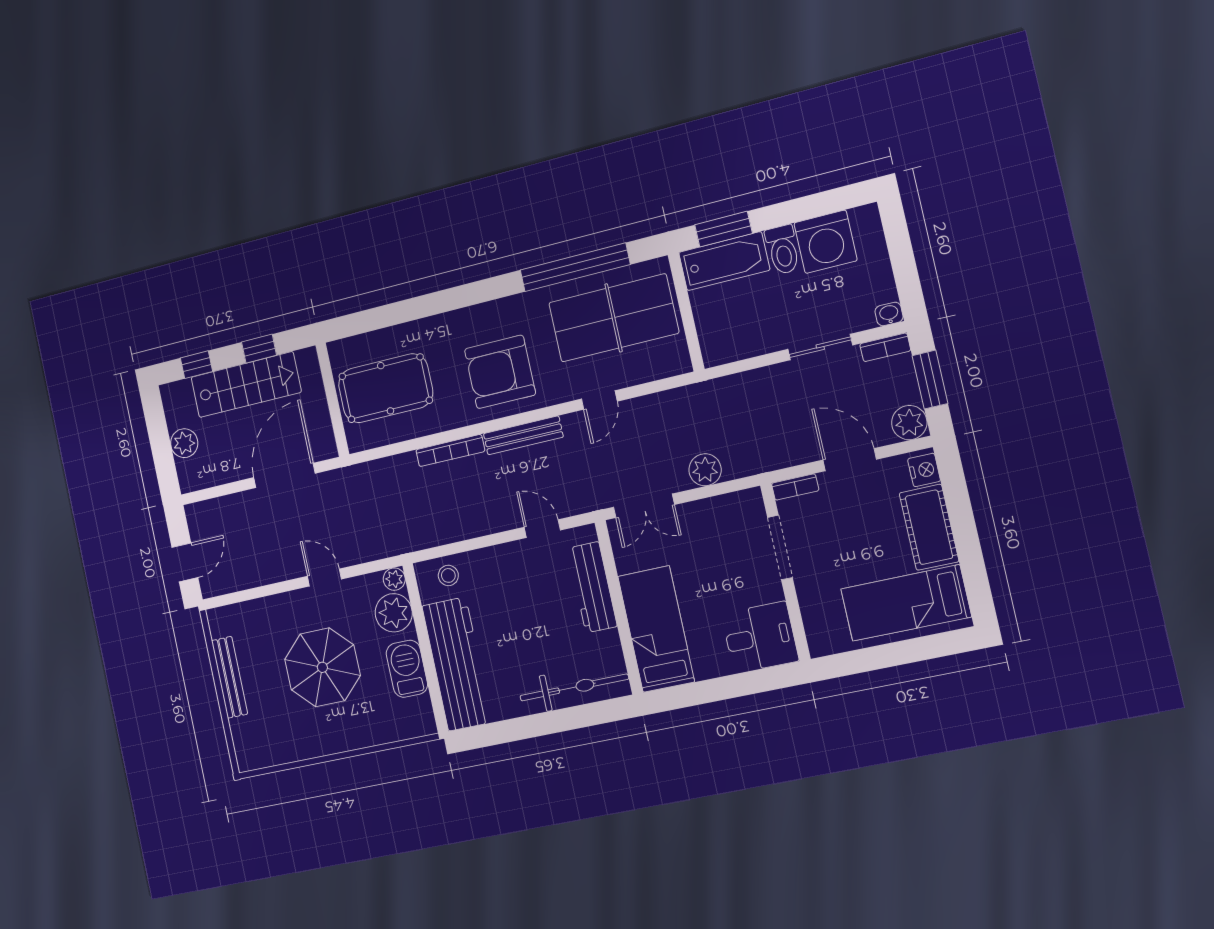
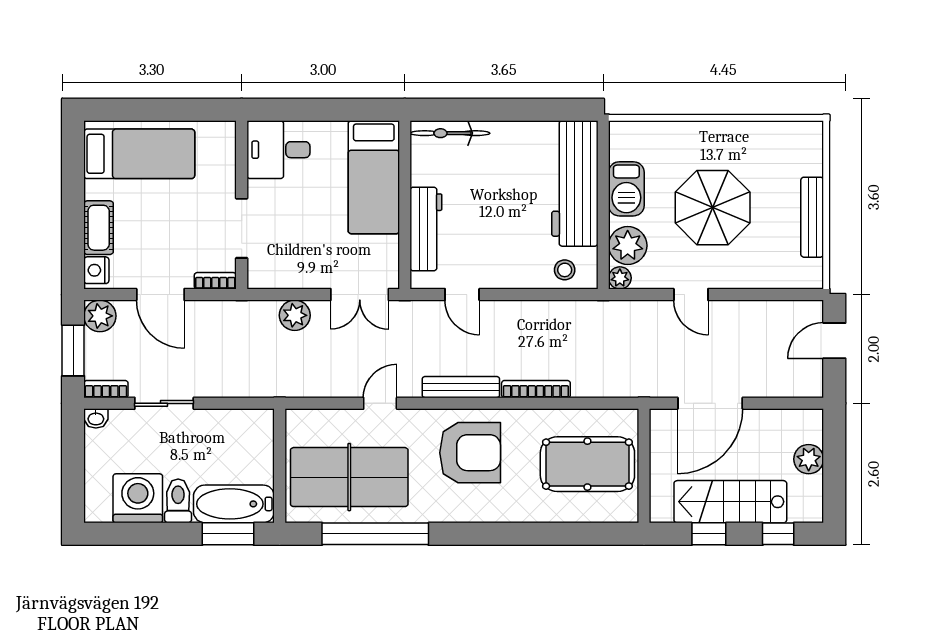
double door: (644, 506) -> (360, 295), swing flipped
cot: (929, 527) -> (99, 228), width x0.73, depth x0.75
bicycle: (574, 687) -> (450, 133), width x0.73, depth x0.71

